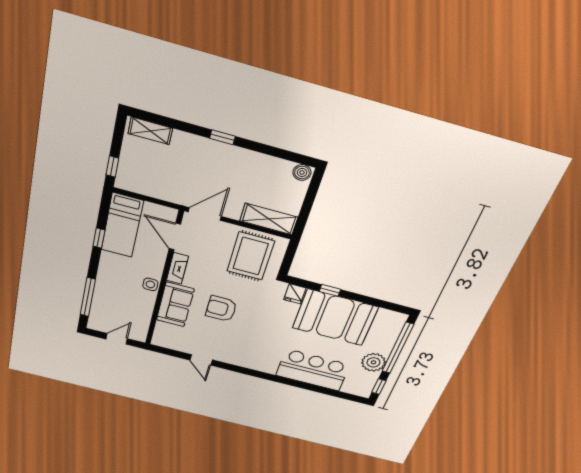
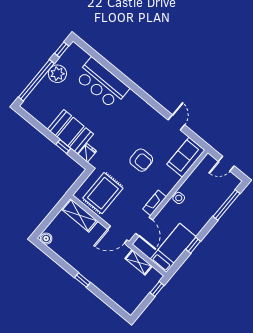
shelving: (150, 131) -> (139, 262), moved
sofa: (175, 305) -> (186, 157), moved
booth: (335, 318) -> (70, 132), width x0.73, depth x0.70

